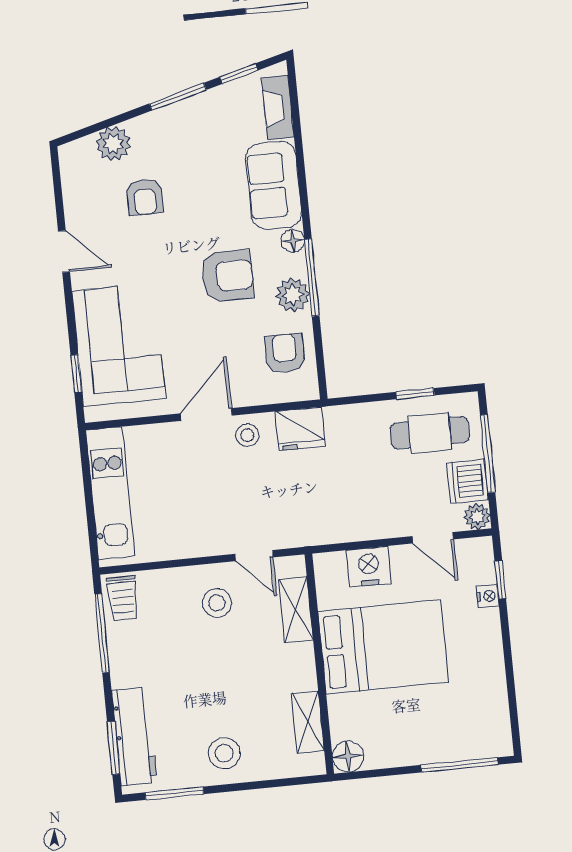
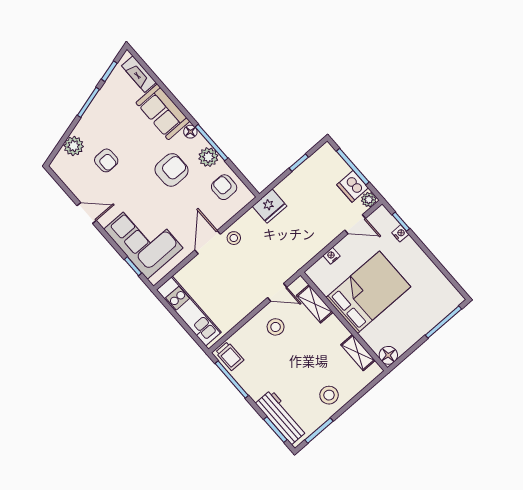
fridge: (300, 429) -> (270, 206), moved
cafe table: (430, 433) -> (319, 176), removed
nightstand: (369, 567) -> (332, 256), width x0.53, depth x0.56

